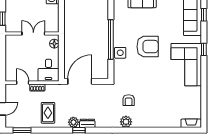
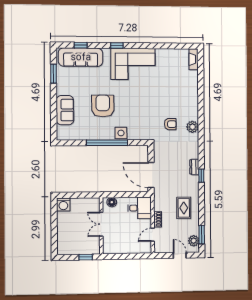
armchair: (148, 47) -> (103, 106), moved
rug: (48, 113) -> (184, 208), turned 90
plant: (73, 122) -> (194, 241), moved

